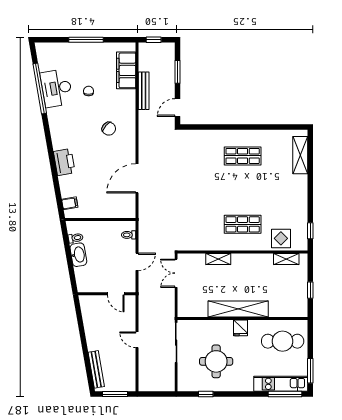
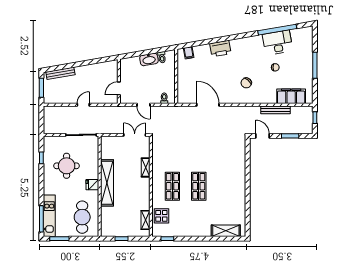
shop shelf: (243, 156) -> (199, 186), moved

